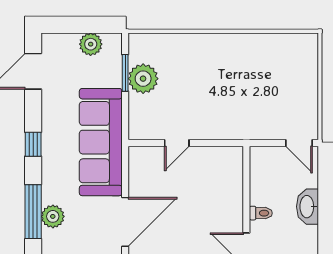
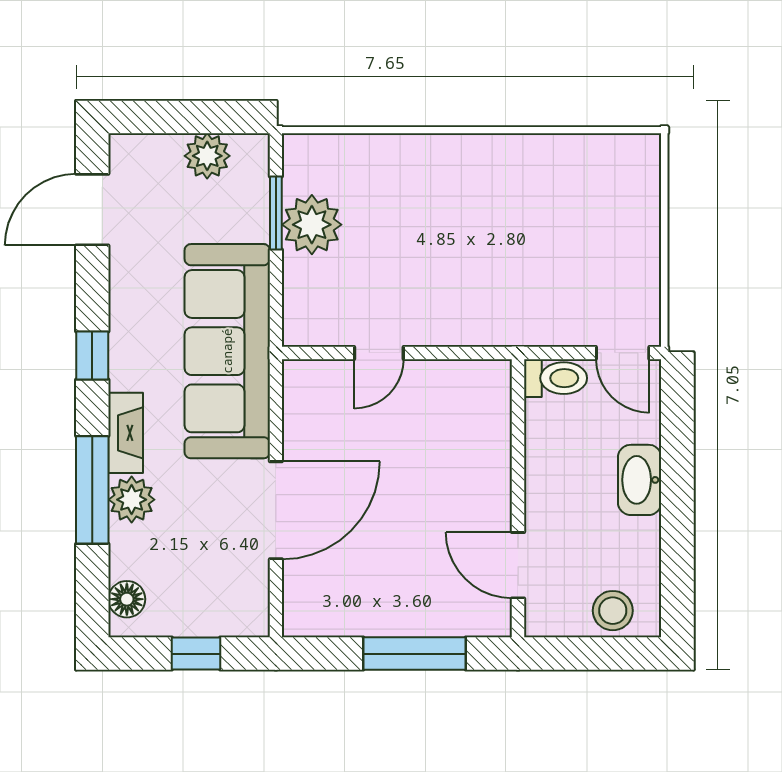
fireplace: (50, 183) -> (126, 433), added
toilet: (261, 213) -> (555, 378), moved, width x1.37, depth x1.39

